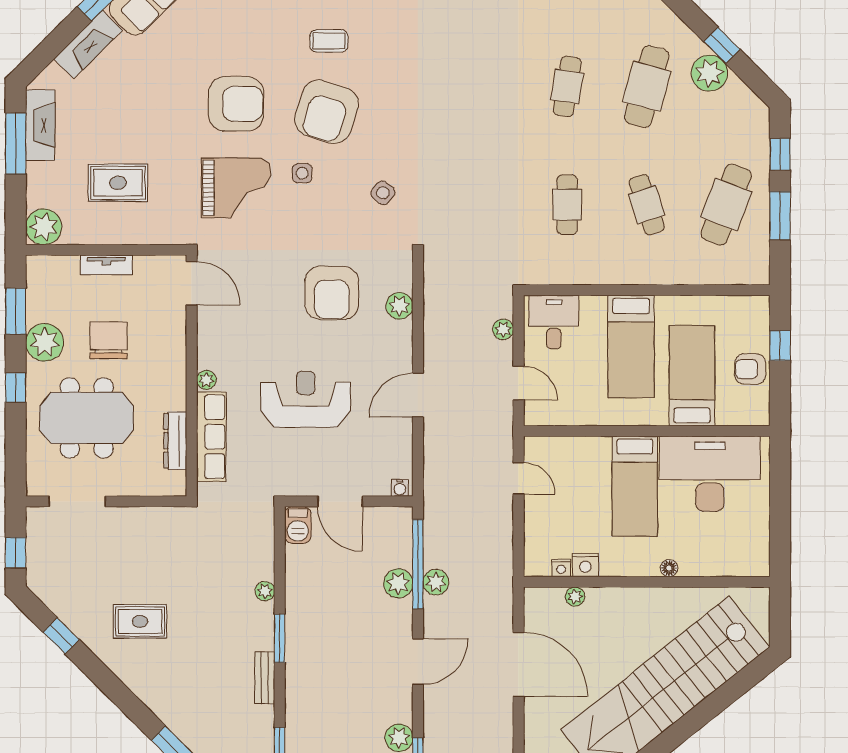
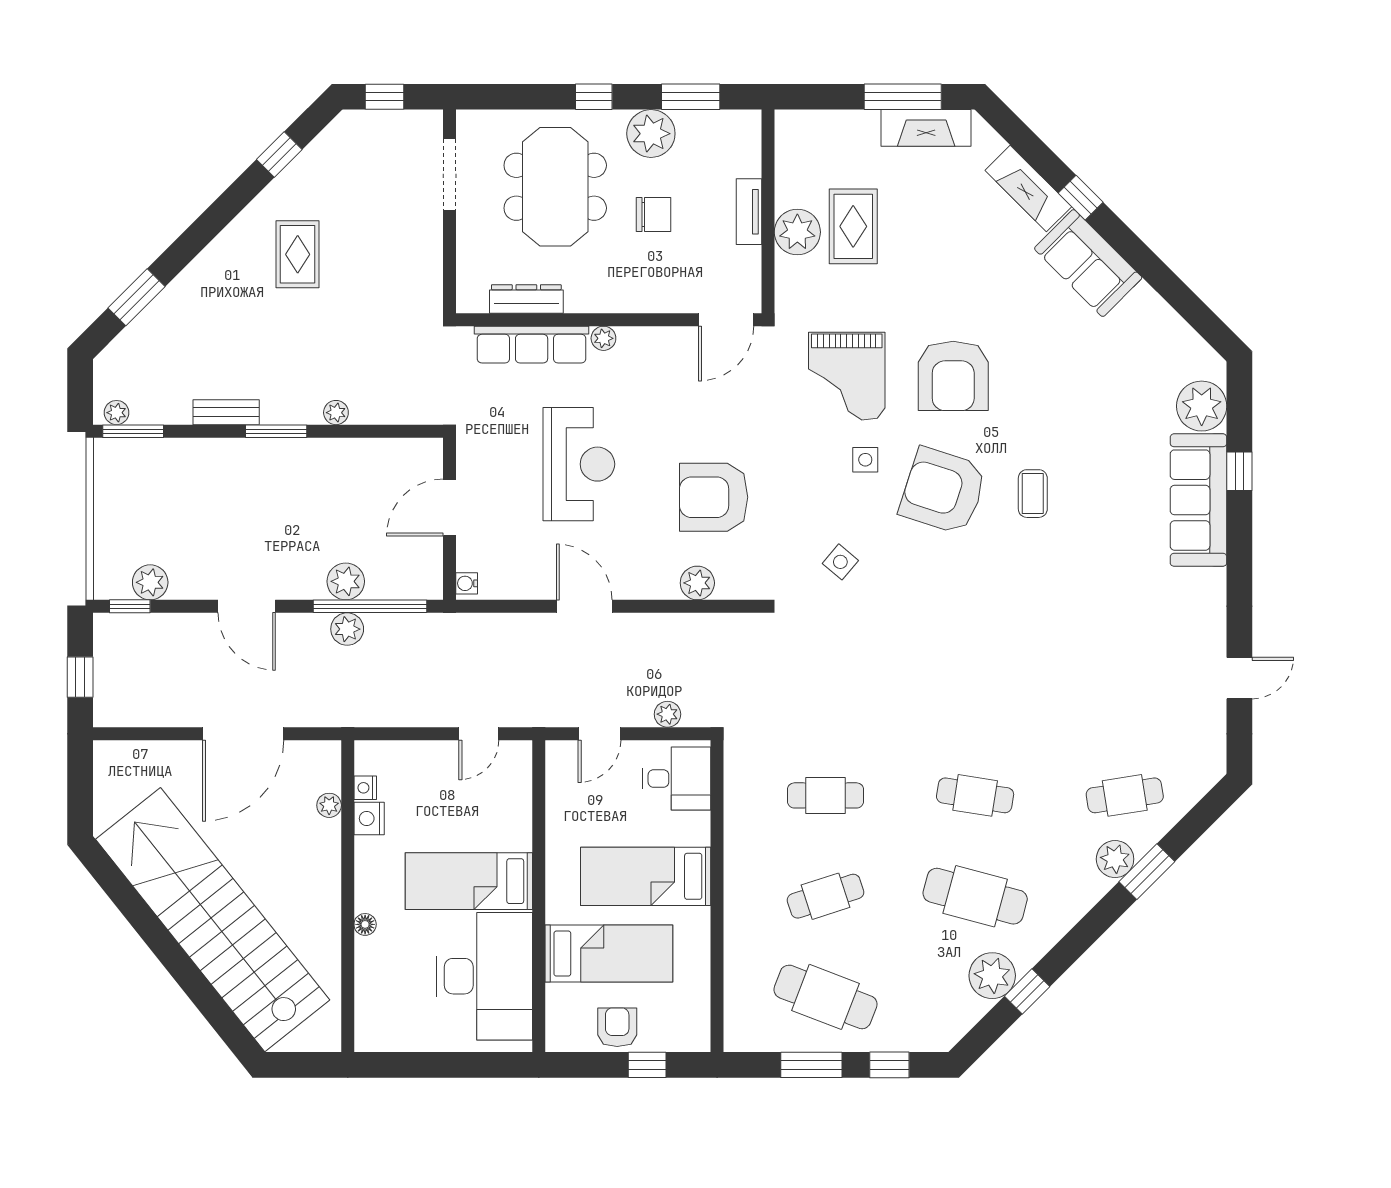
plant: (44, 227) -> (797, 232), moved
chair: (109, 340) -> (654, 215), width x0.73, depth x0.73
barbecue: (298, 525) -> (420, 454), removed

